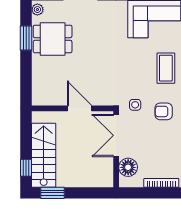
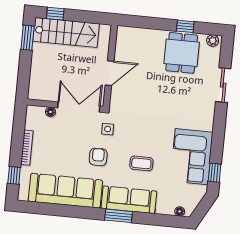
window: (26, 38) -> (185, 26), width x0.67
coffee table: (166, 68) -> (141, 163), width x0.73, depth x0.77
floor lamp: (128, 167) -> (50, 112), width x0.53, depth x0.53

